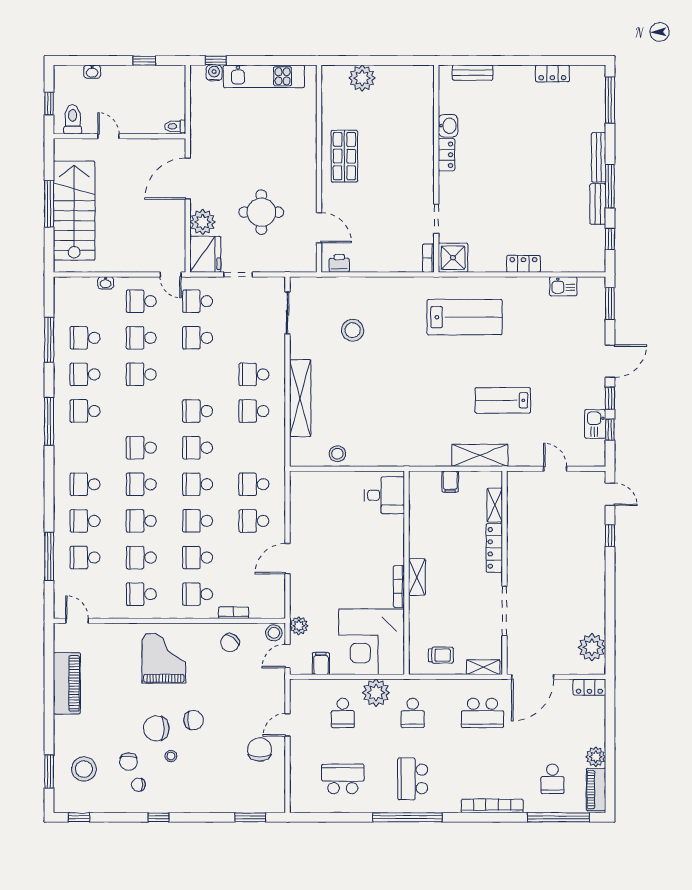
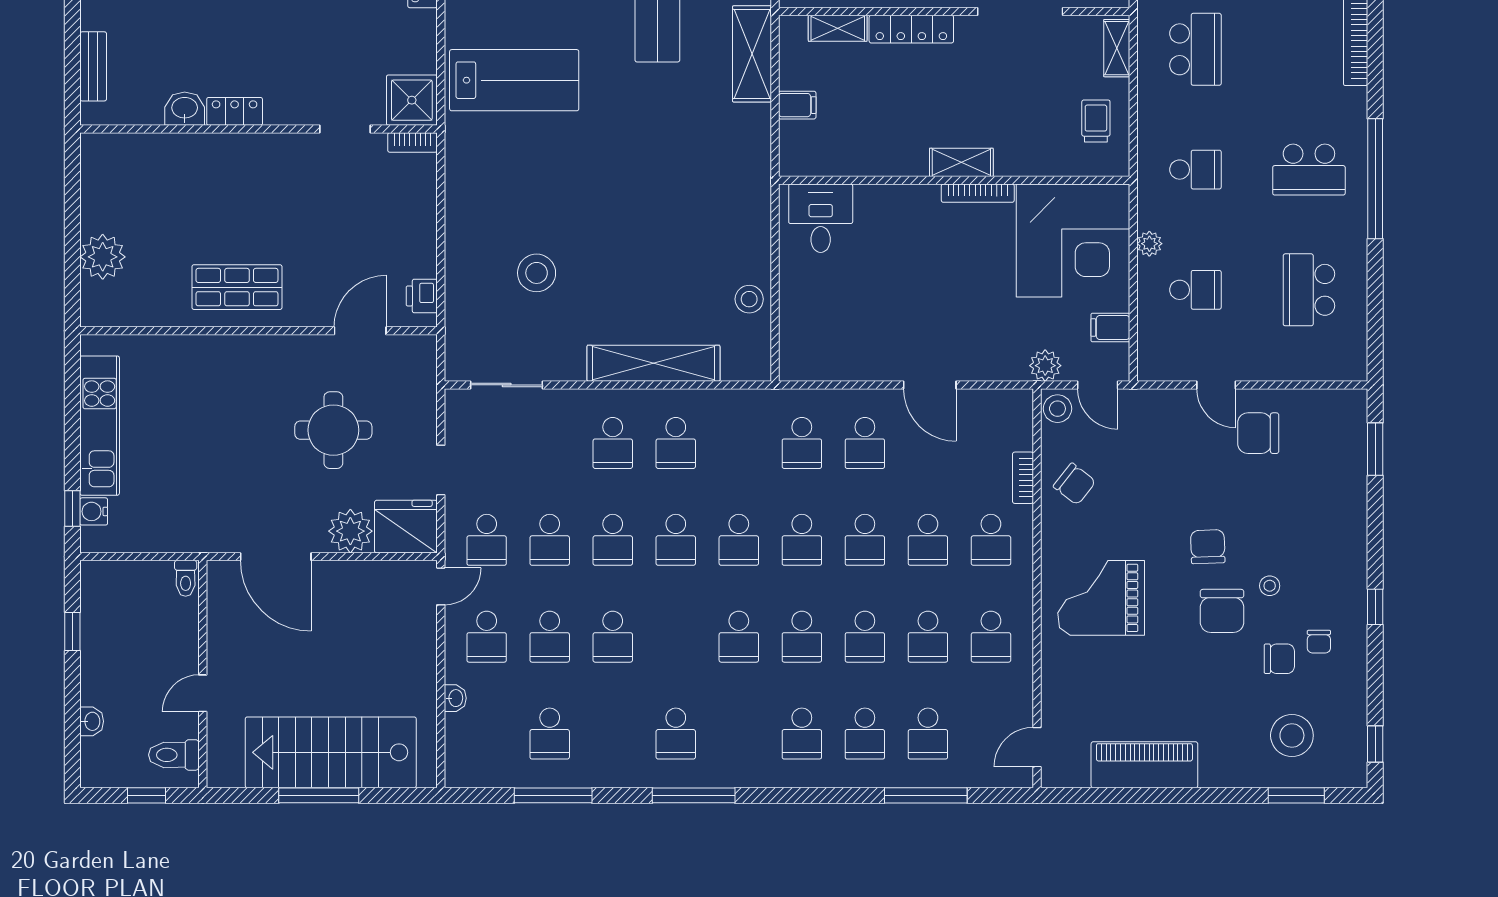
lab bench: (465, 317) -> (514, 80), turned 90
school desk: (85, 374) -> (613, 540), moved
plant: (376, 693) -> (1149, 244), width x0.53, depth x0.53

